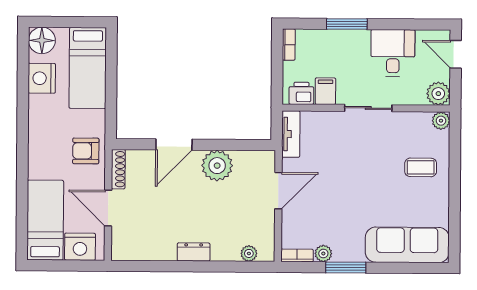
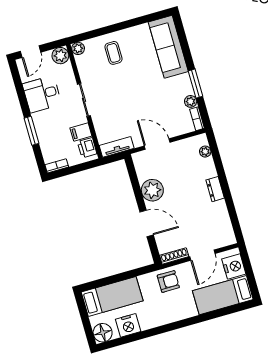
armchair: (86, 151) -> (168, 281), turned -90

